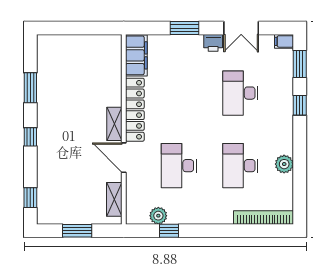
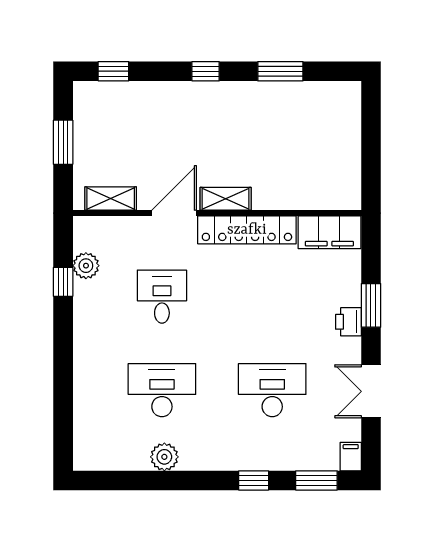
printer: (213, 43) -> (348, 322), moved
desk: (179, 166) -> (162, 297), width x0.73
bookcase: (263, 218) -> (83, 425), removed

